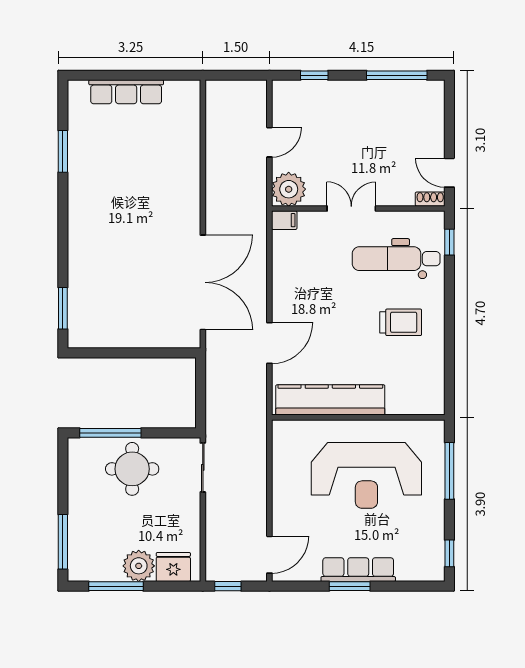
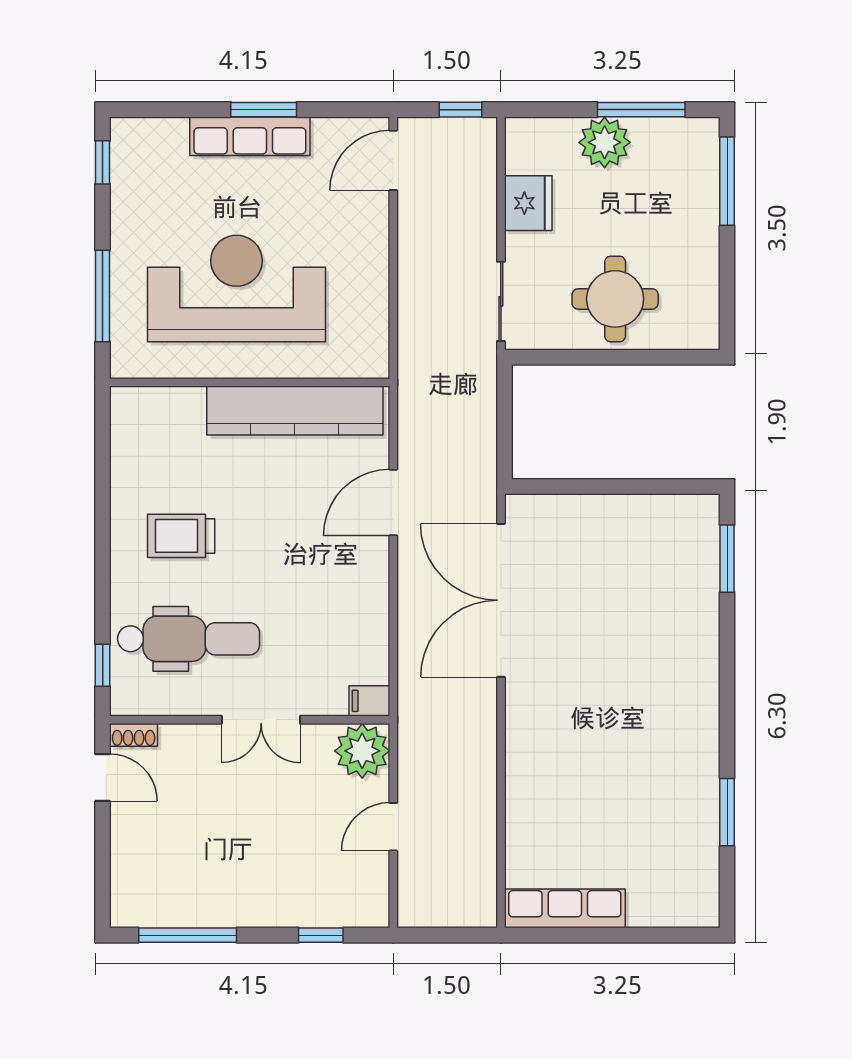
row of seats: (126, 92) -> (565, 908), moved
window: (110, 433) -> (650, 357), removed
fridge: (173, 567) -> (528, 203), moved, turned -90

